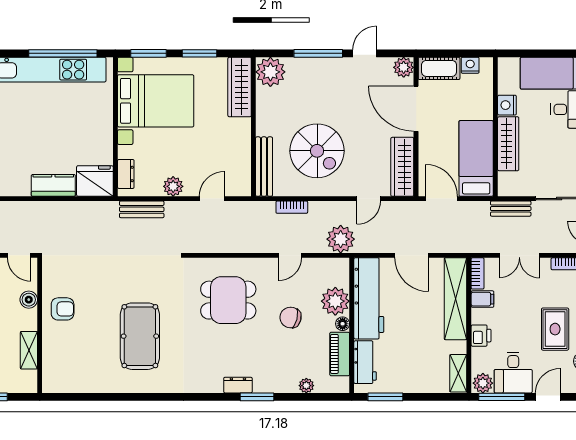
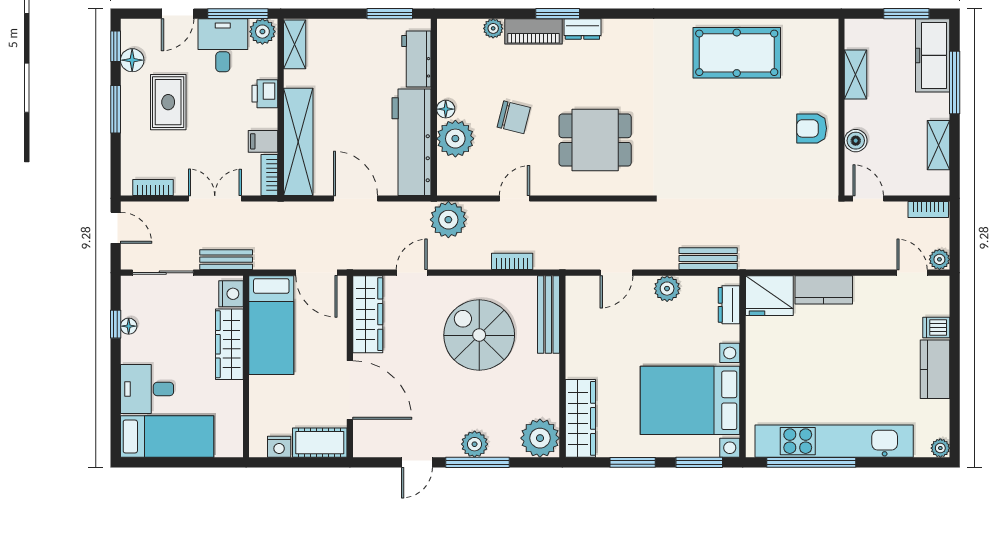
plant: (404, 67) -> (475, 444), moved
nightstand: (507, 105) -> (231, 294), moved
pool table: (140, 336) -> (737, 53), moved, turned 90
piano: (340, 354) -> (533, 31), moved, turned 90

